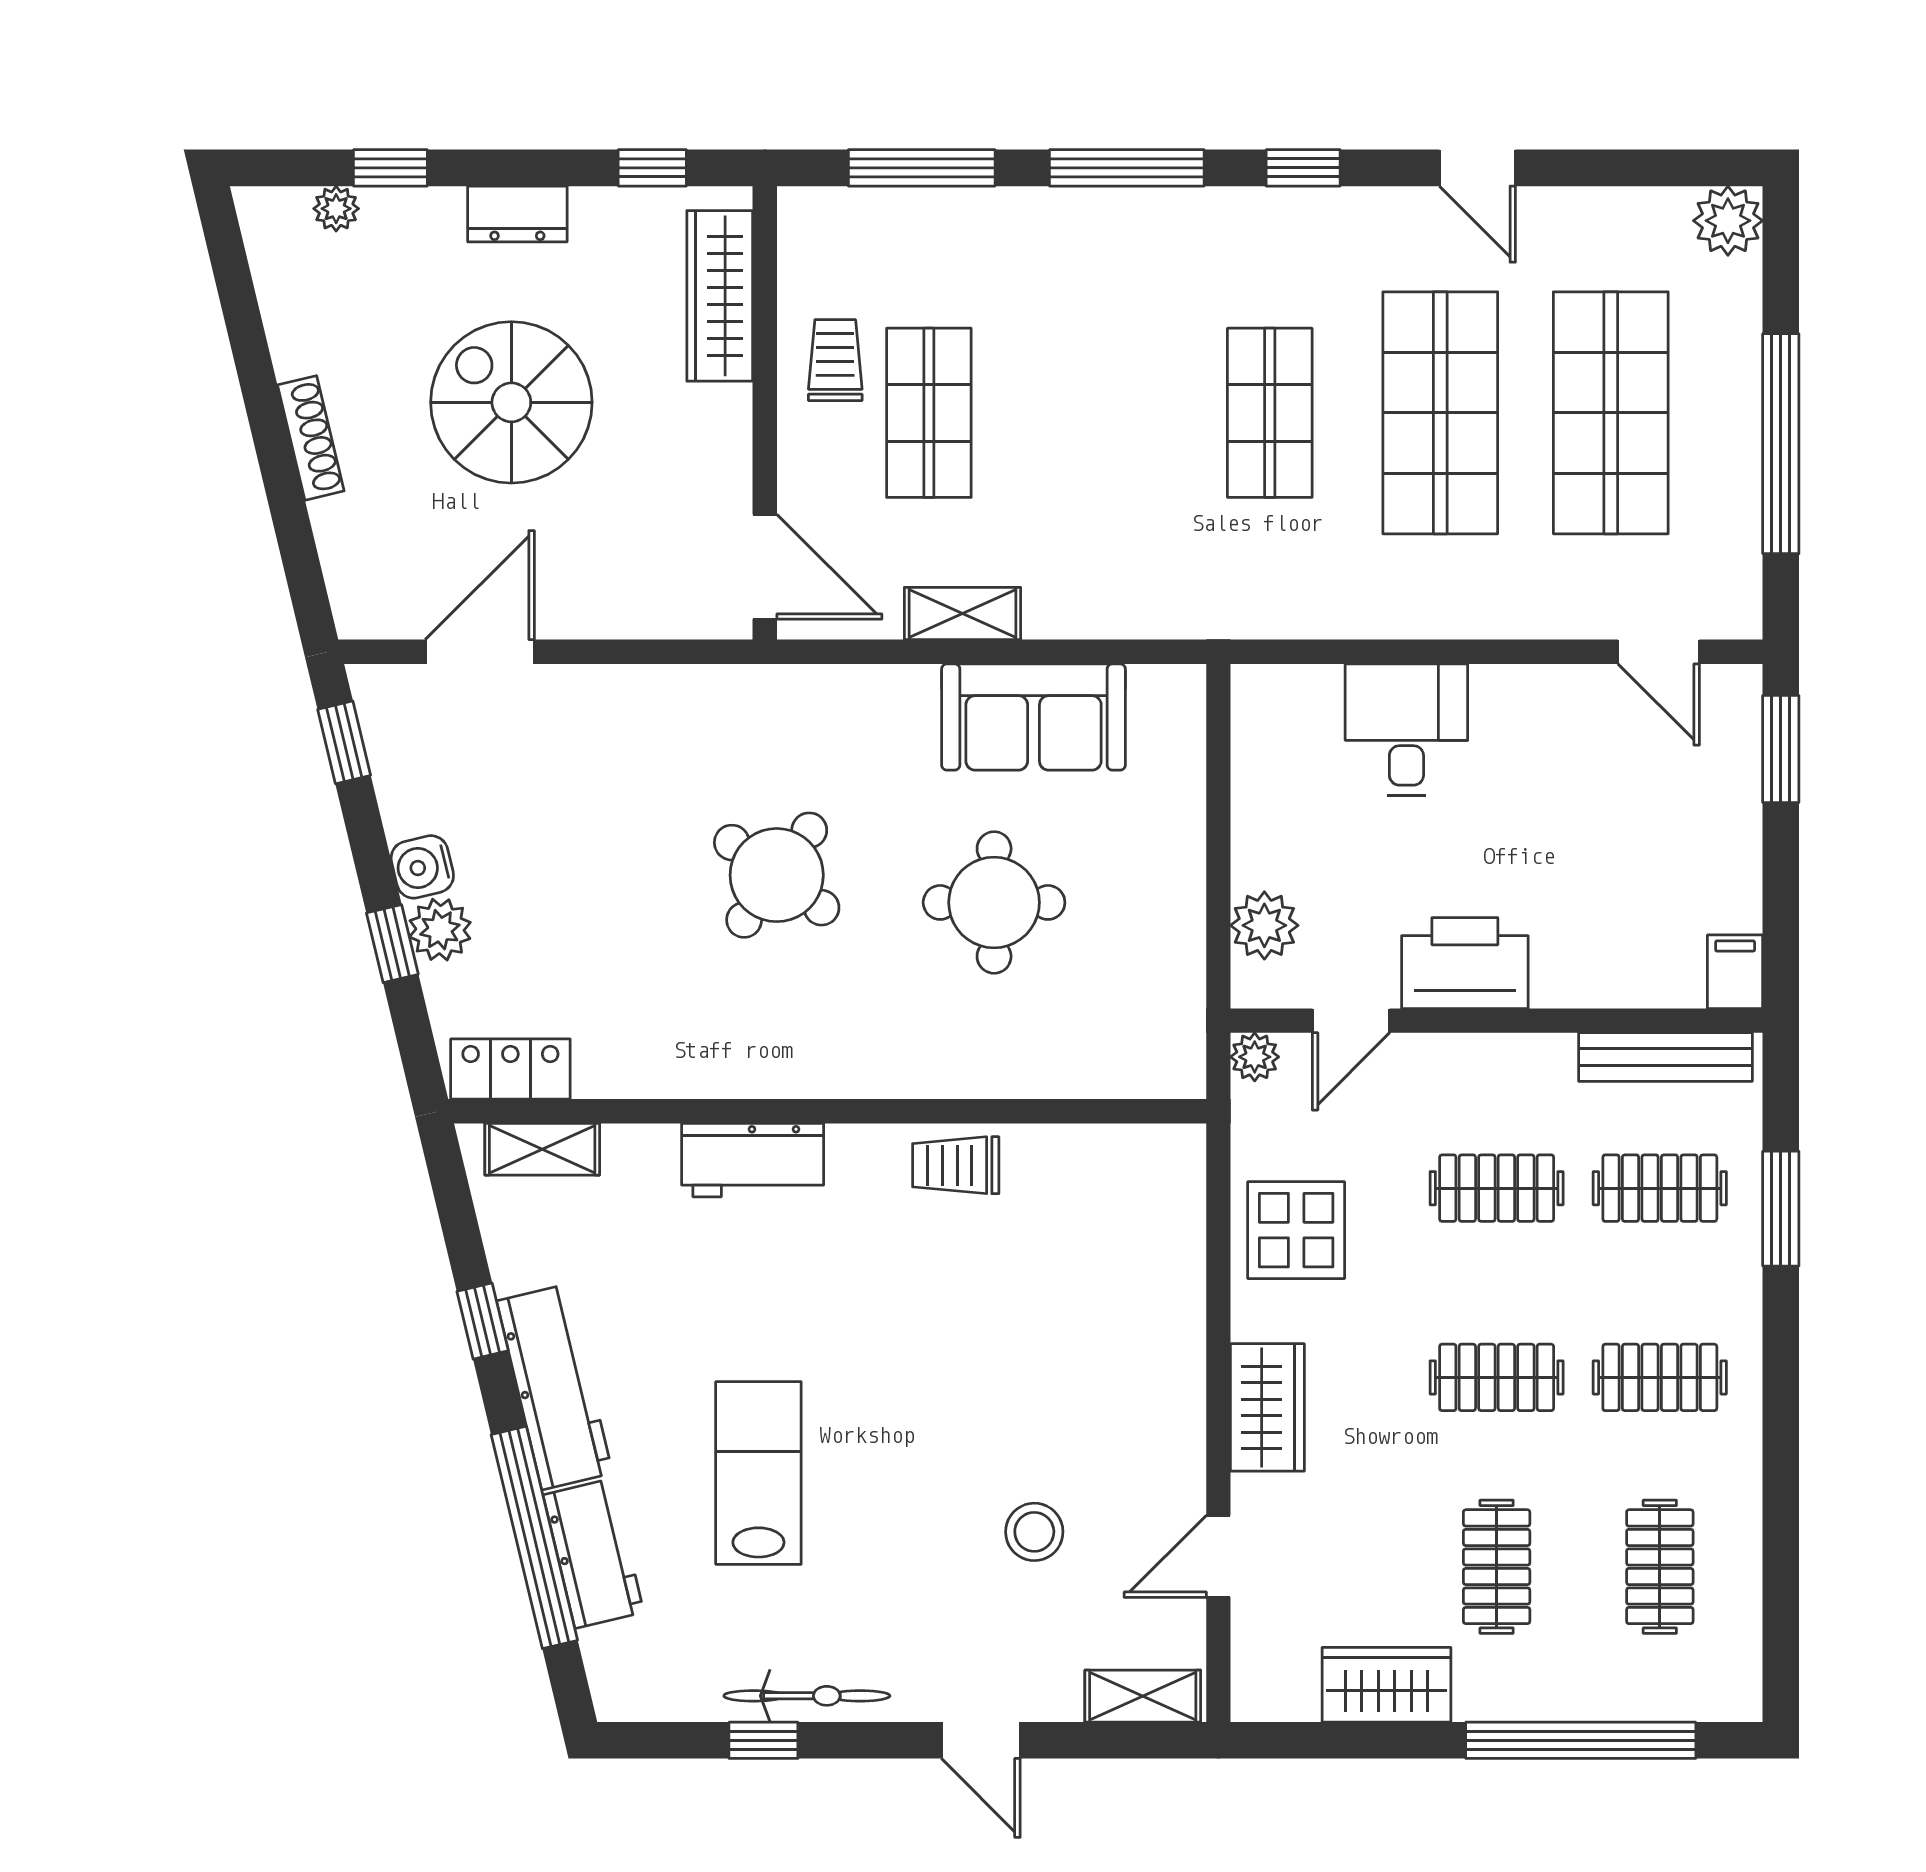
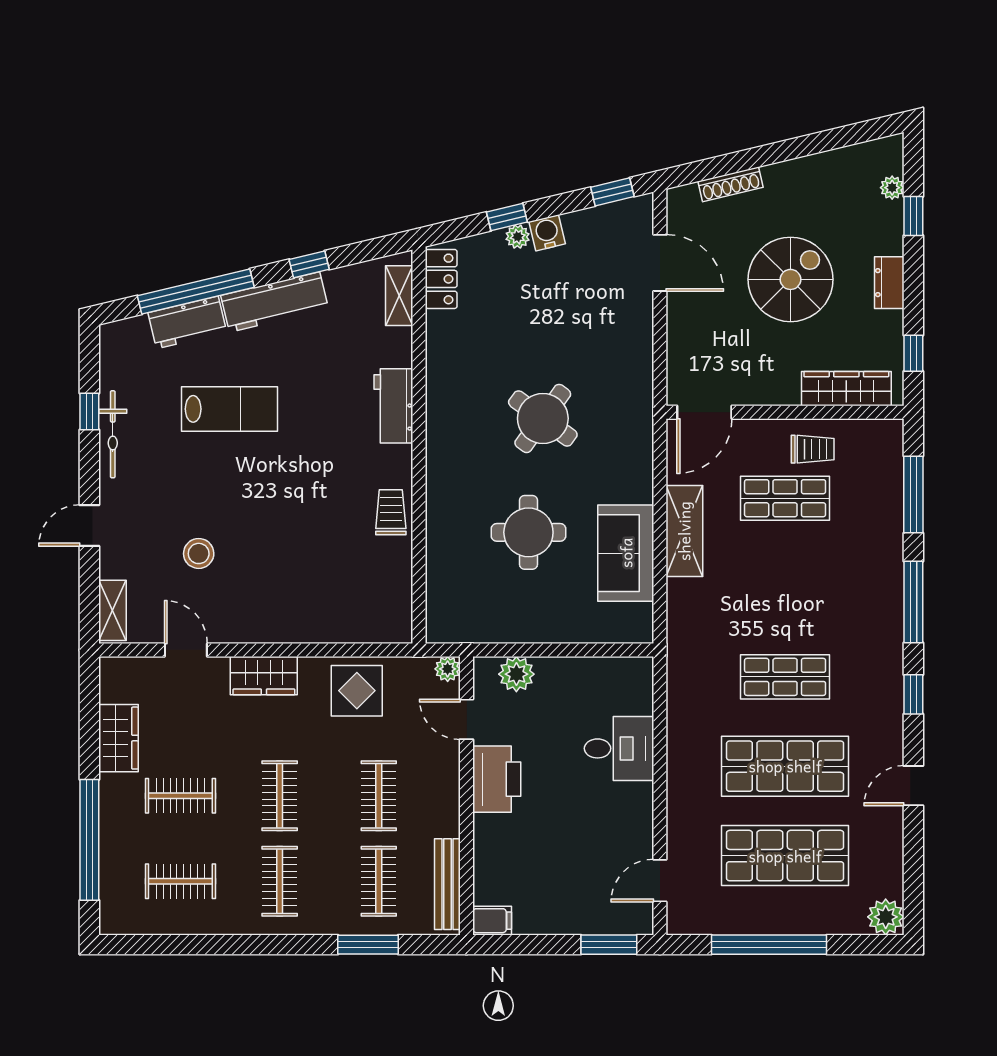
shoe rack: (311, 438) -> (731, 184), moved
shelving: (963, 613) -> (684, 531), width x1.50, depth x1.33
plant: (440, 930) -> (518, 237), width x0.73, depth x0.73

